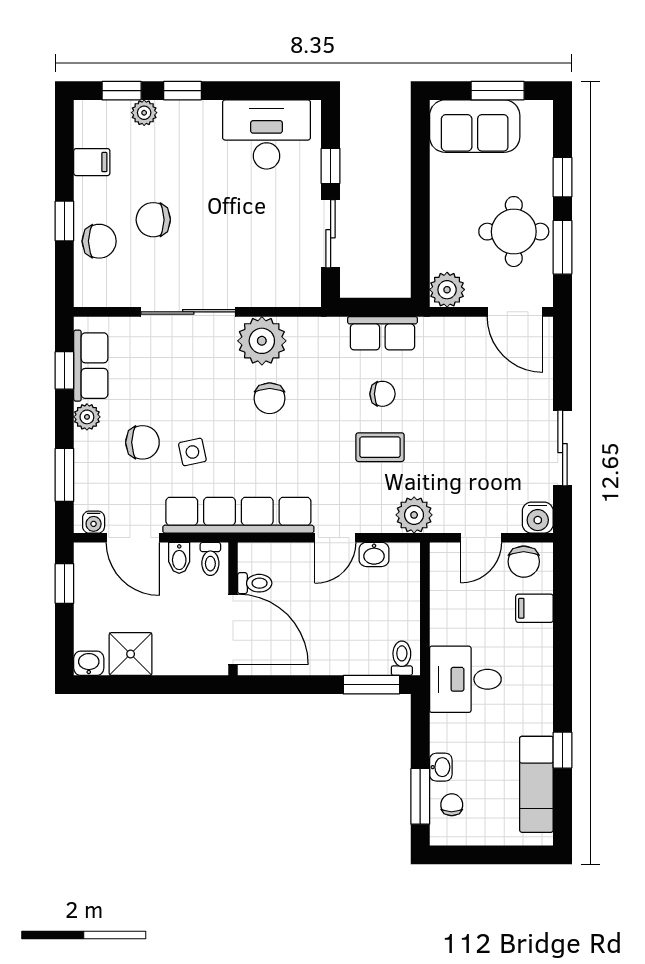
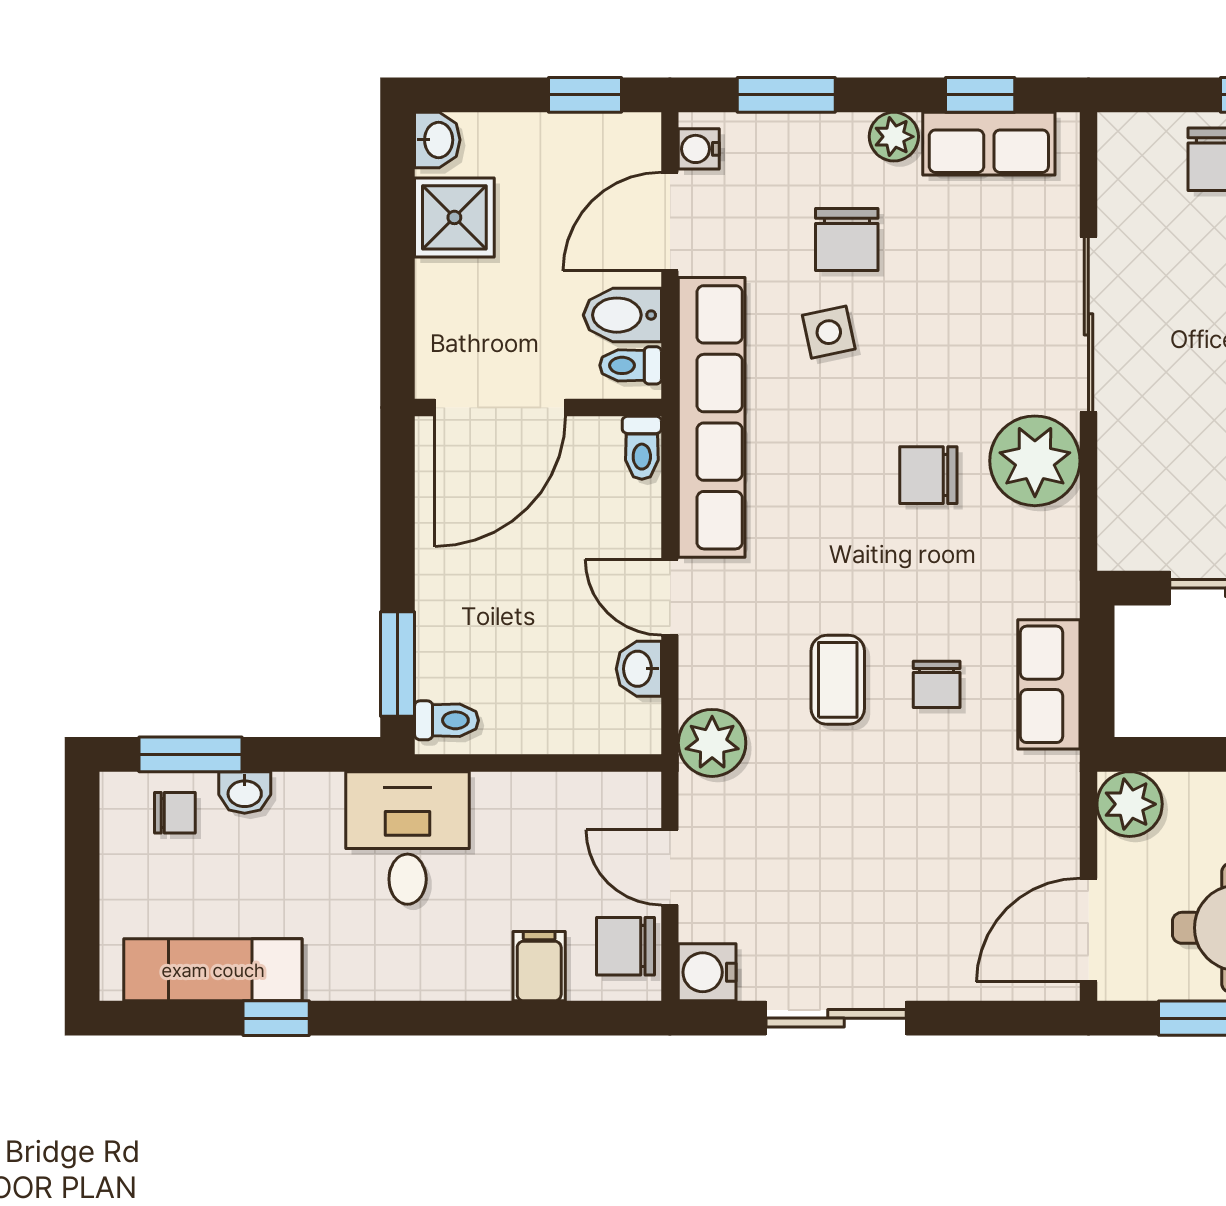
bidet: (179, 558) -> (622, 315), width x1.38, depth x1.36
toilet: (255, 583) -> (642, 448), moved

